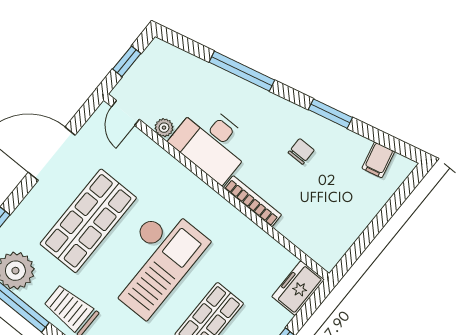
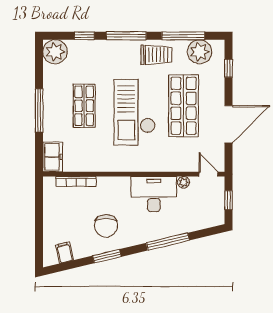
chair: (301, 151) -> (106, 226), width x1.87, depth x1.87
bookcase: (252, 201) -> (76, 182), moved

